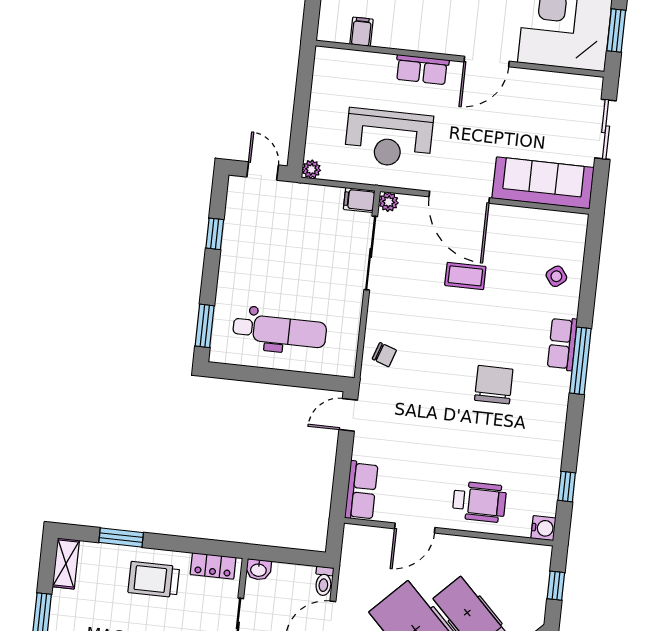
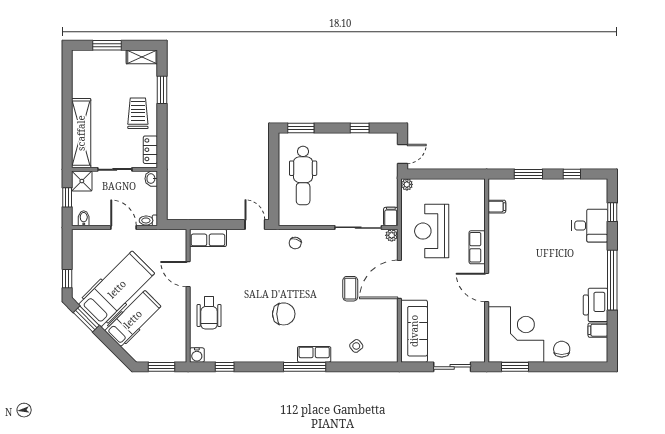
window: (556, 586) -> (161, 367), width x1.50

